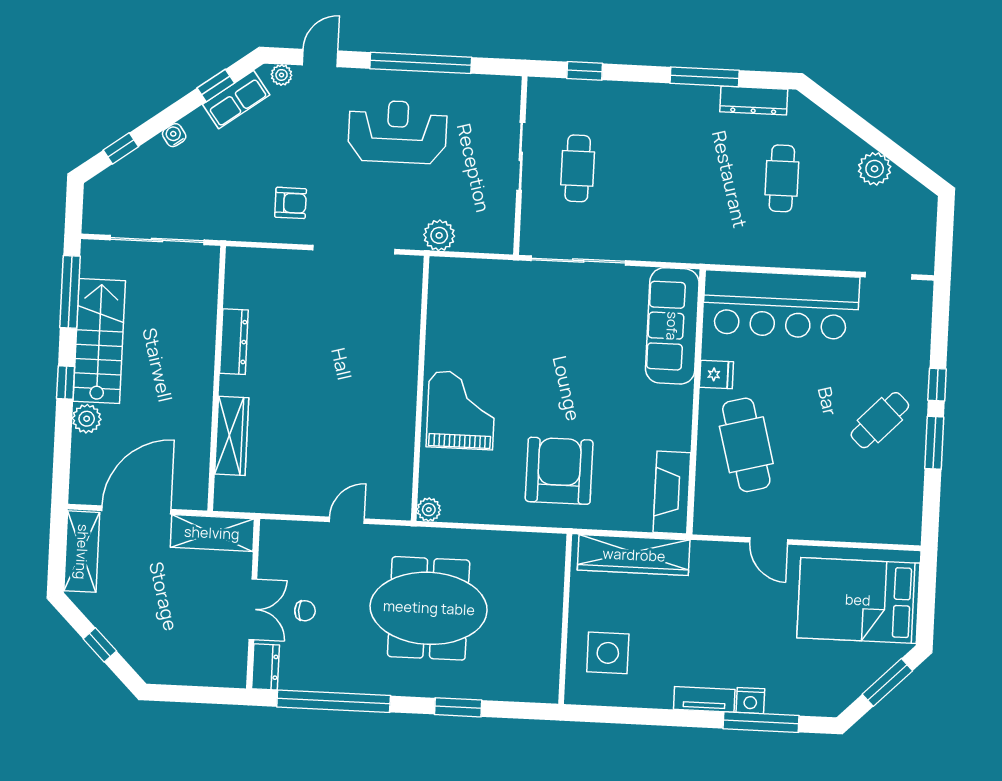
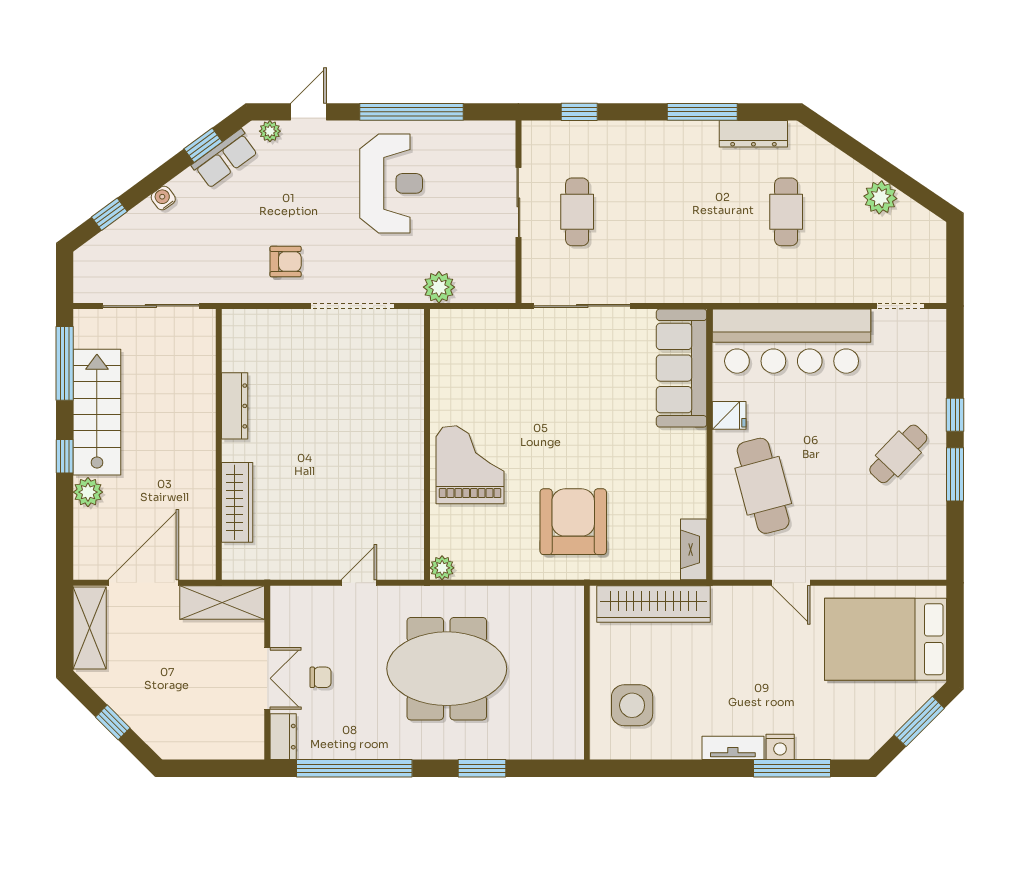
reception desk: (397, 132) -> (391, 183), turned 90
fireplace: (672, 492) -> (694, 549), width x0.73, depth x0.76

